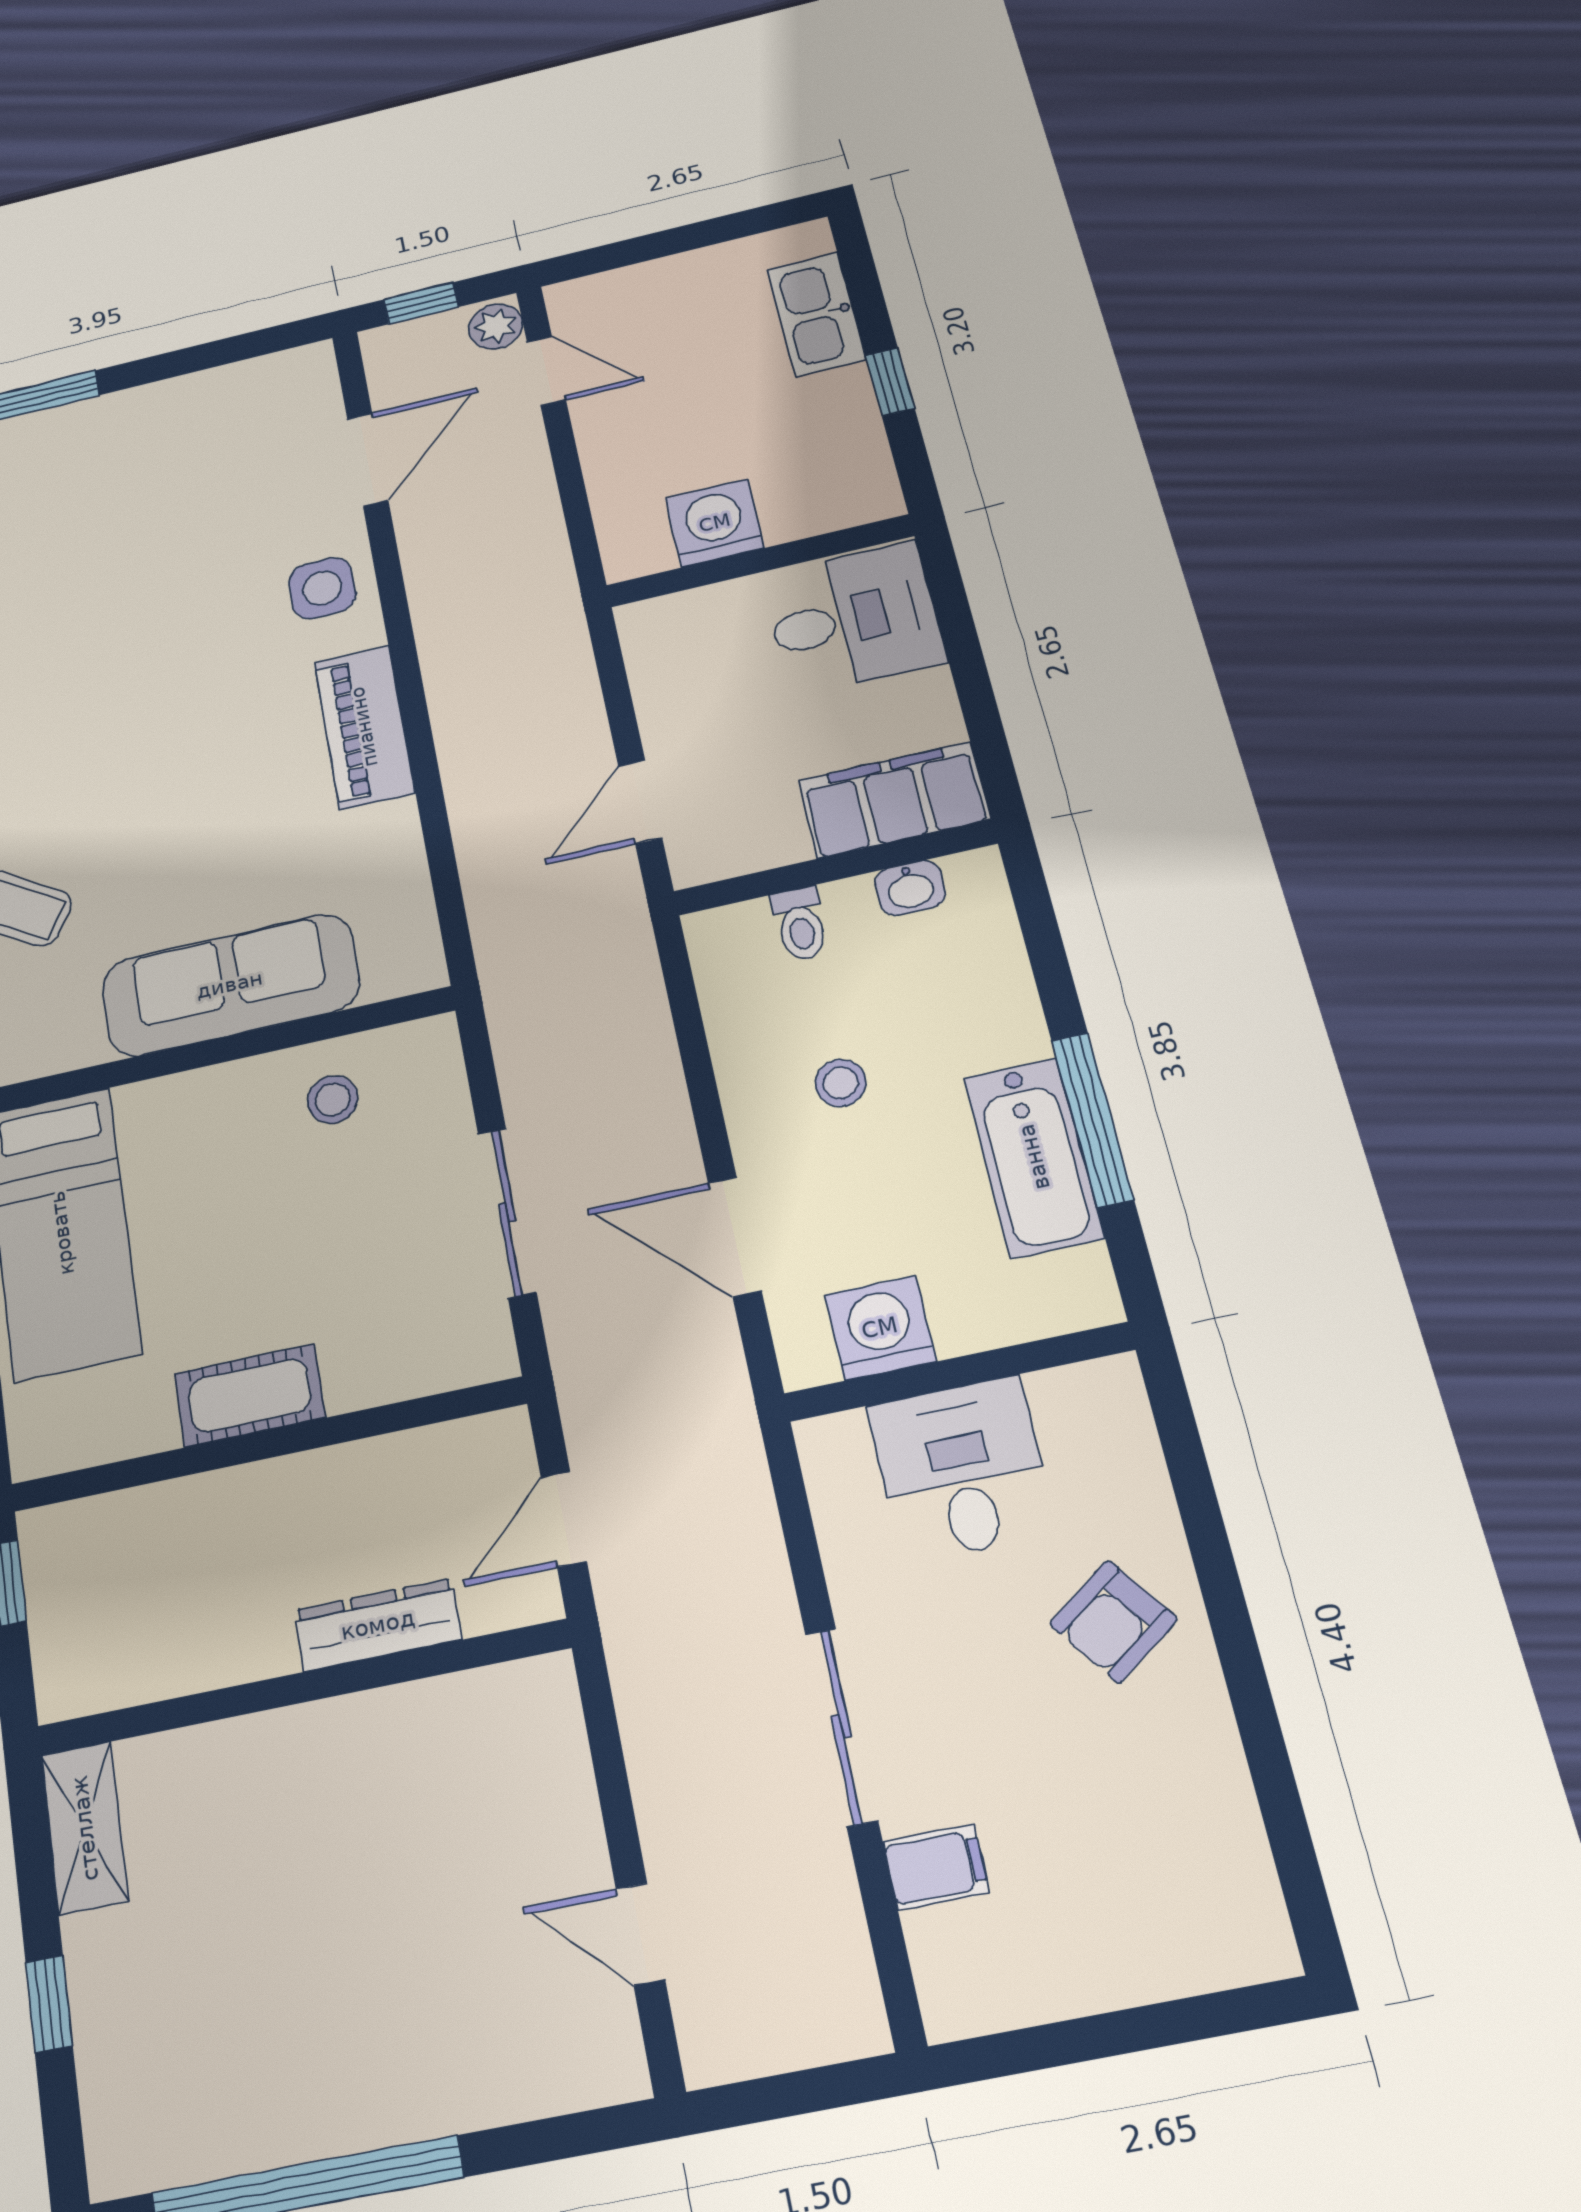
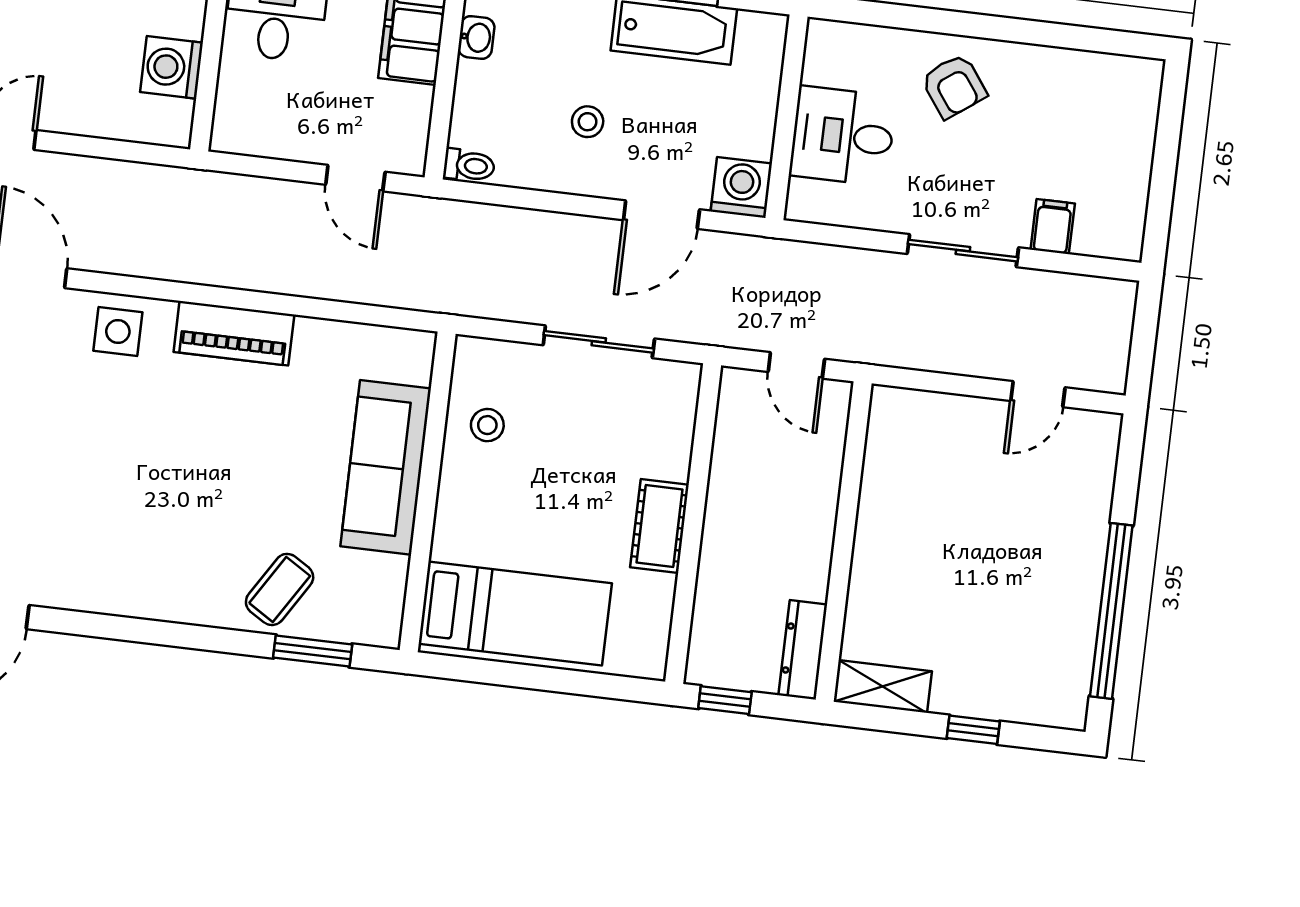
toilet: (800, 924) -> (469, 165), moved
washing machine: (880, 1328) -> (741, 187), moved, turned 90
dresser: (378, 1625) -> (803, 650), moved

